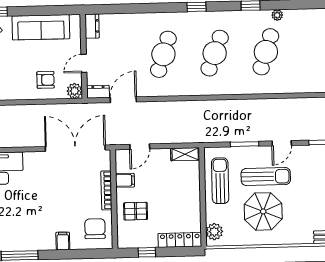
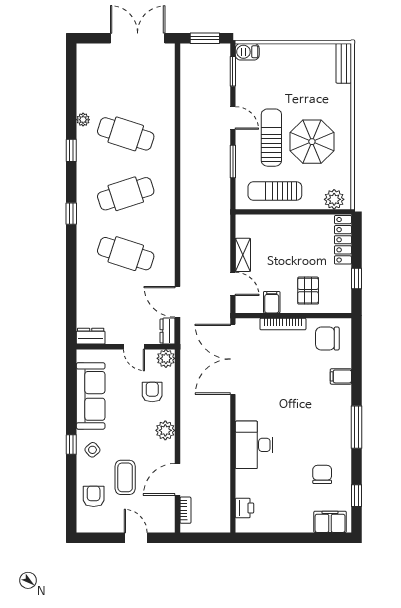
cafe table: (215, 53) -> (126, 194), turned -39
plant: (13, 92) -> (165, 430), added
shelving: (185, 154) -> (243, 255), moved

